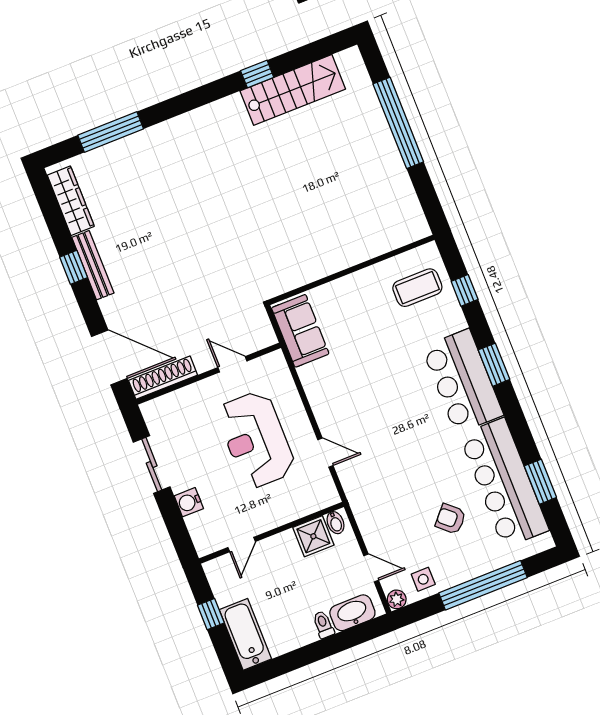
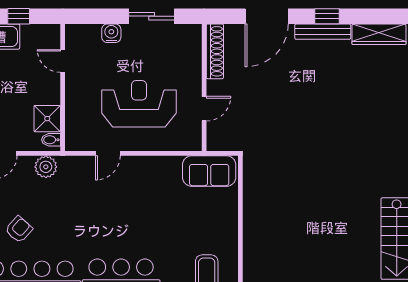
door: (109, 357) -> (267, 16), moved
plant: (368, 516) -> (46, 167), added

